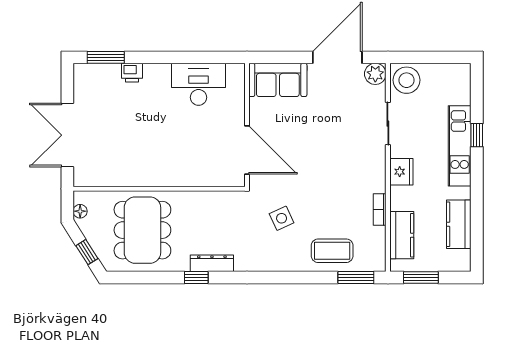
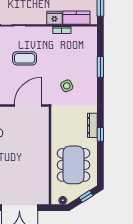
fridge: (401, 172) -> (54, 18), moved
dining table: (142, 230) -> (73, 165), turned 90
coffee table: (332, 251) -> (25, 58), moved, turned 90
window: (356, 278) -> (100, 67), moved

